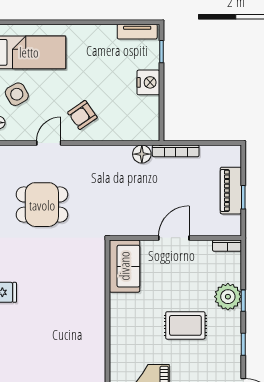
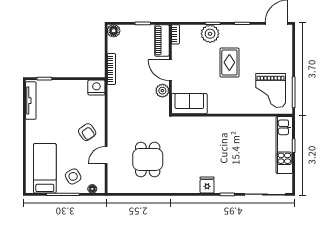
tv unit: (137, 32) -> (31, 101), width x1.41
nightstand: (148, 82) -> (96, 88), moved
door: (49, 143) -> (106, 155), hinge flipped
floor lamp: (142, 154) -> (114, 31), moved
piano: (231, 191) -> (162, 40), moved, turned 90
plant: (144, 226) -> (162, 91), added

